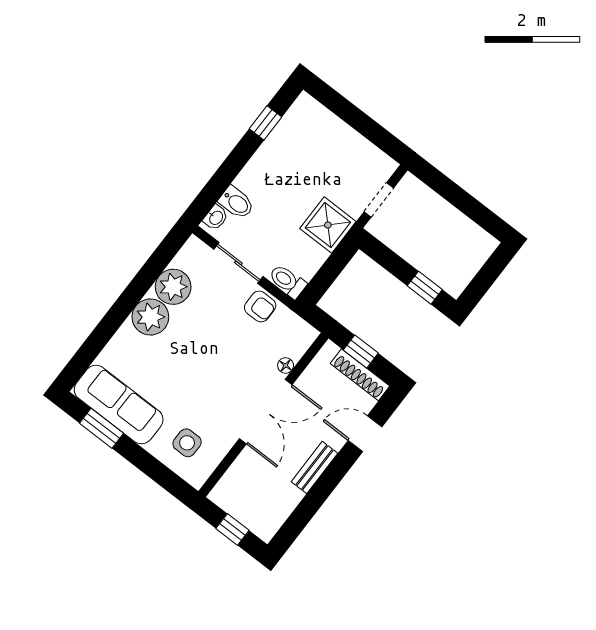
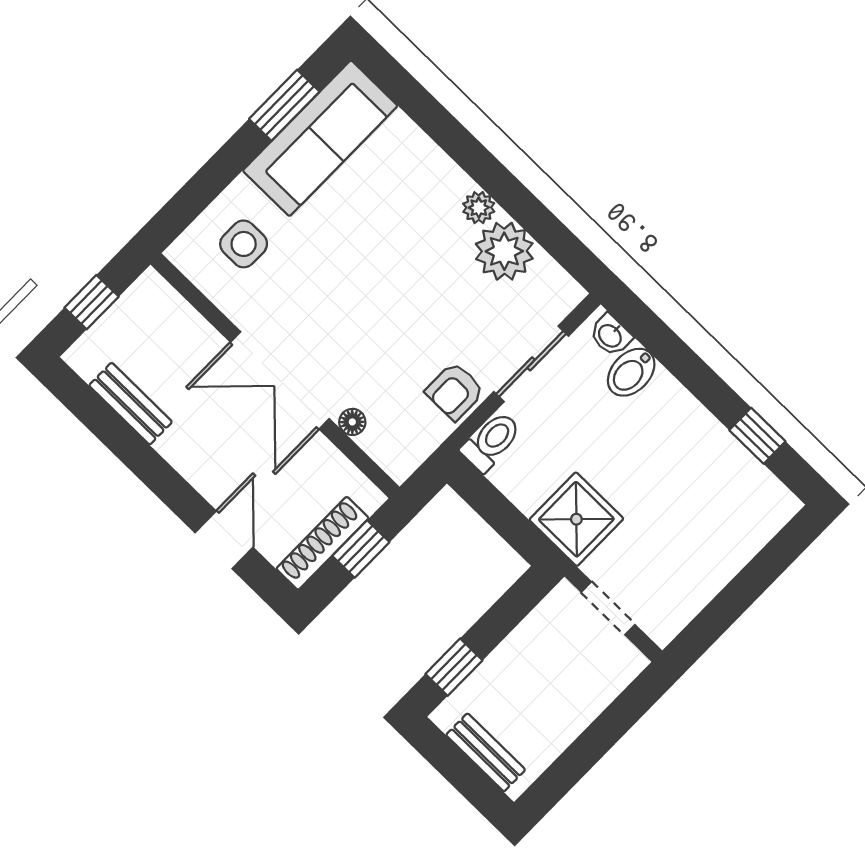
bench: (473, 263) -> (486, 752), added
plant: (150, 317) -> (479, 208), width x0.53, depth x0.53
bench: (315, 468) -> (131, 404), moved

